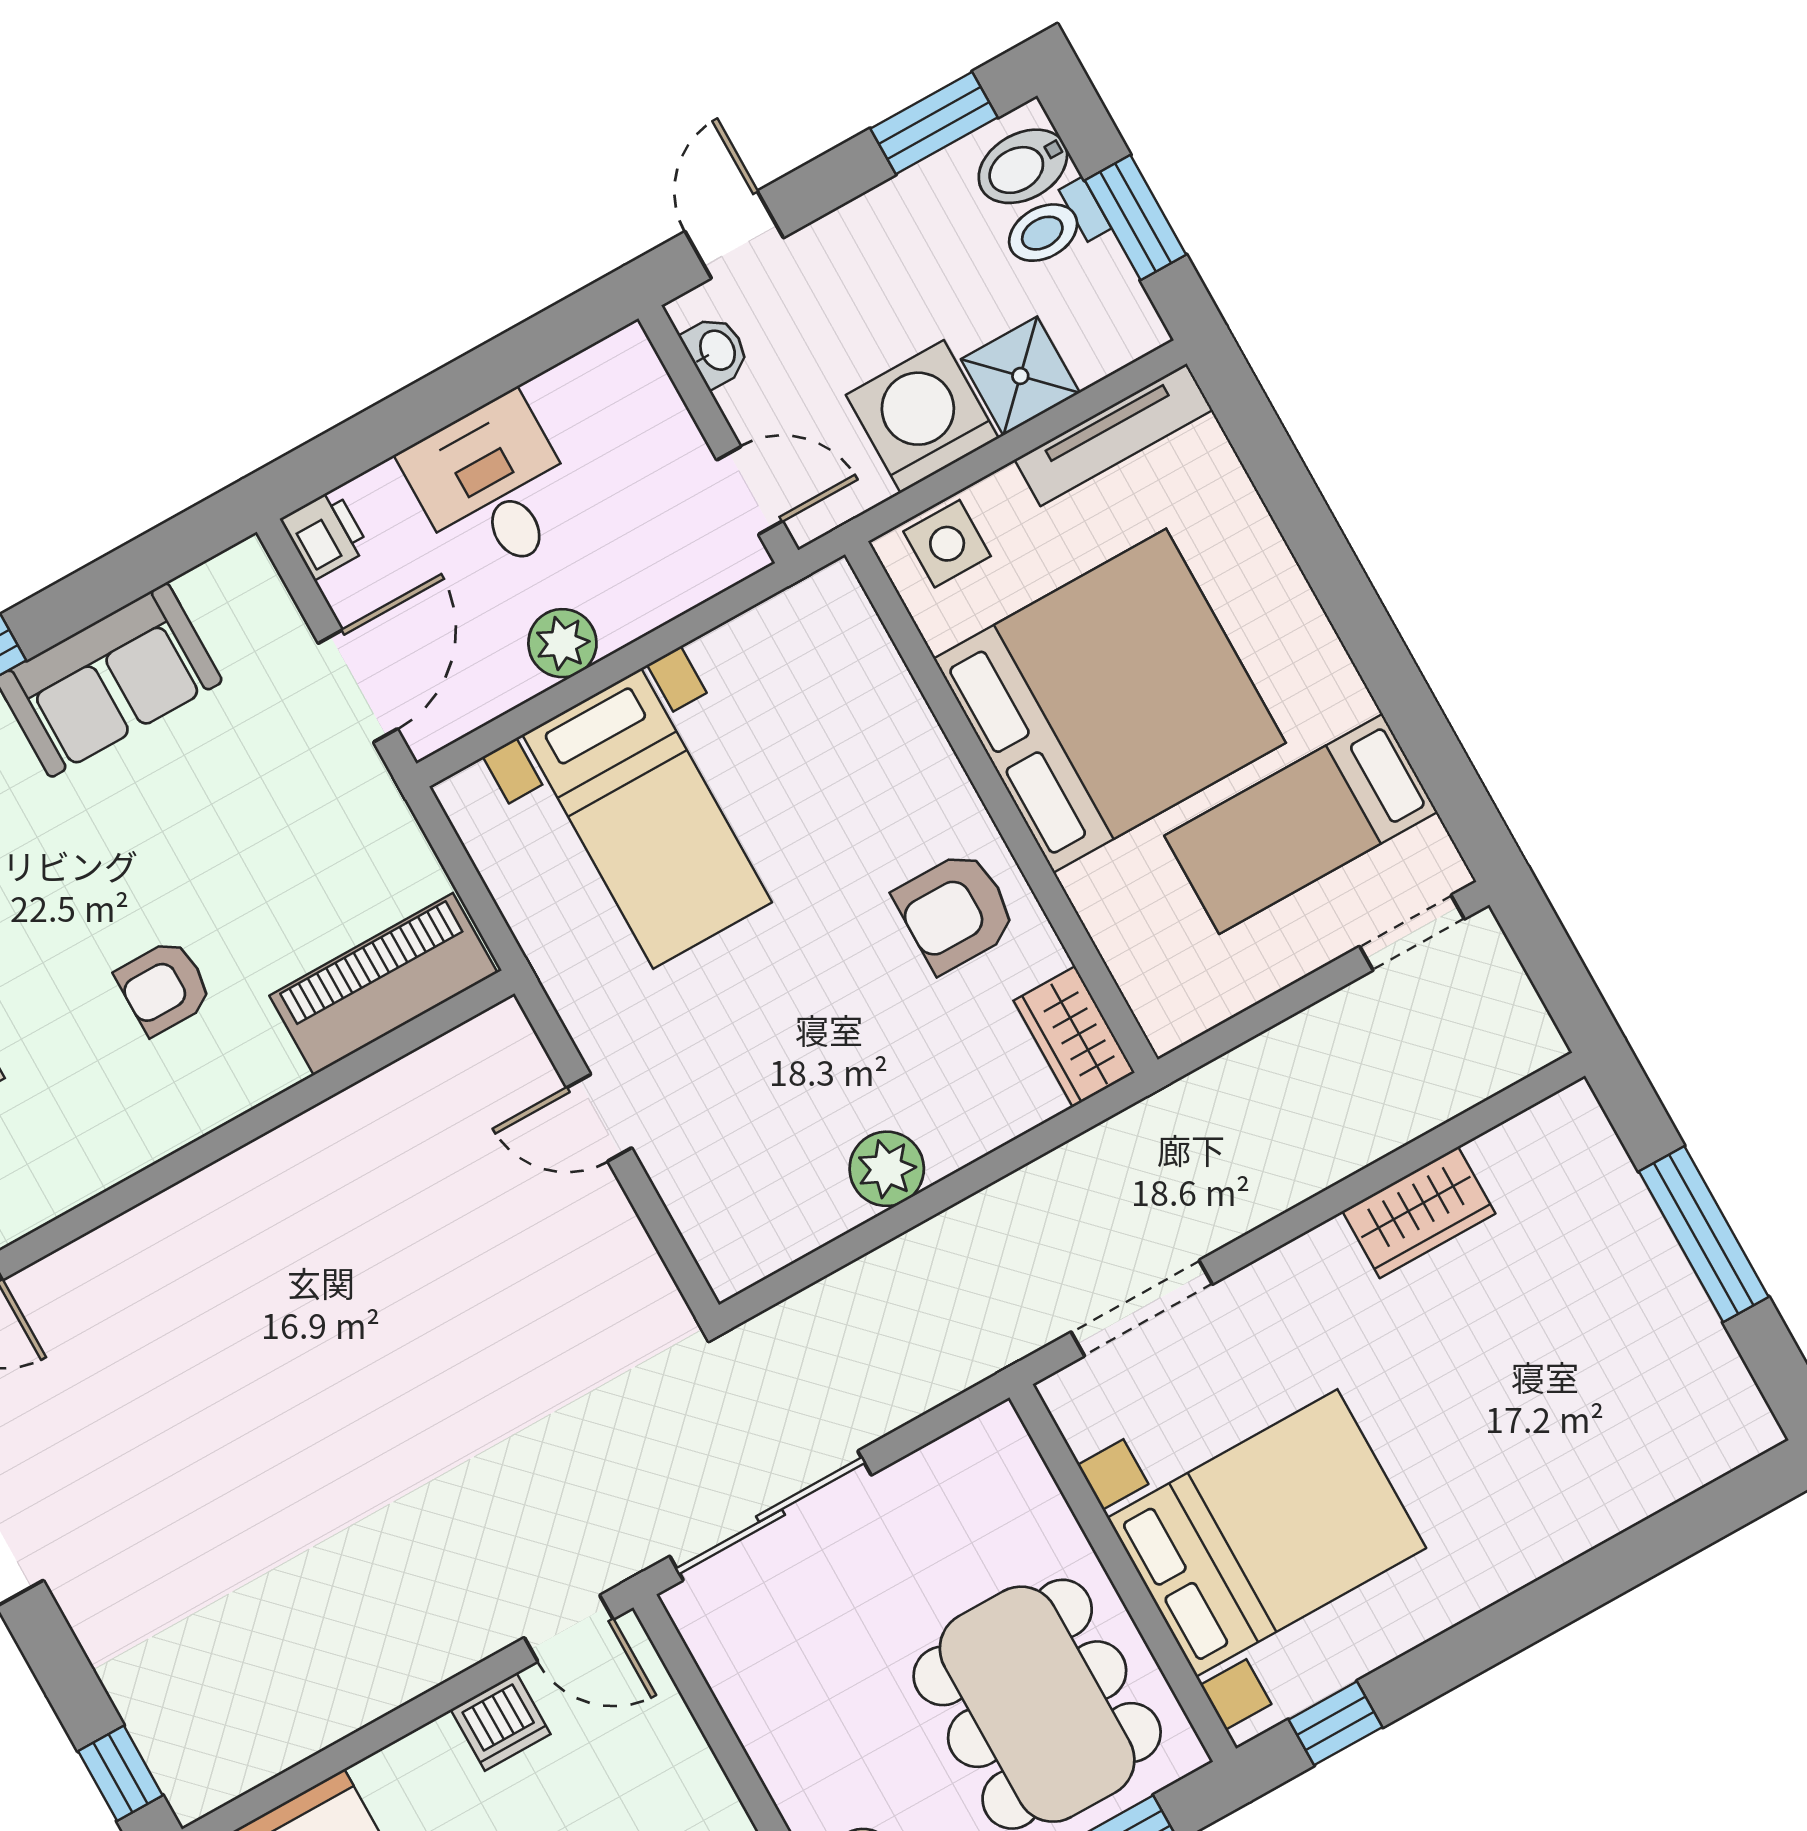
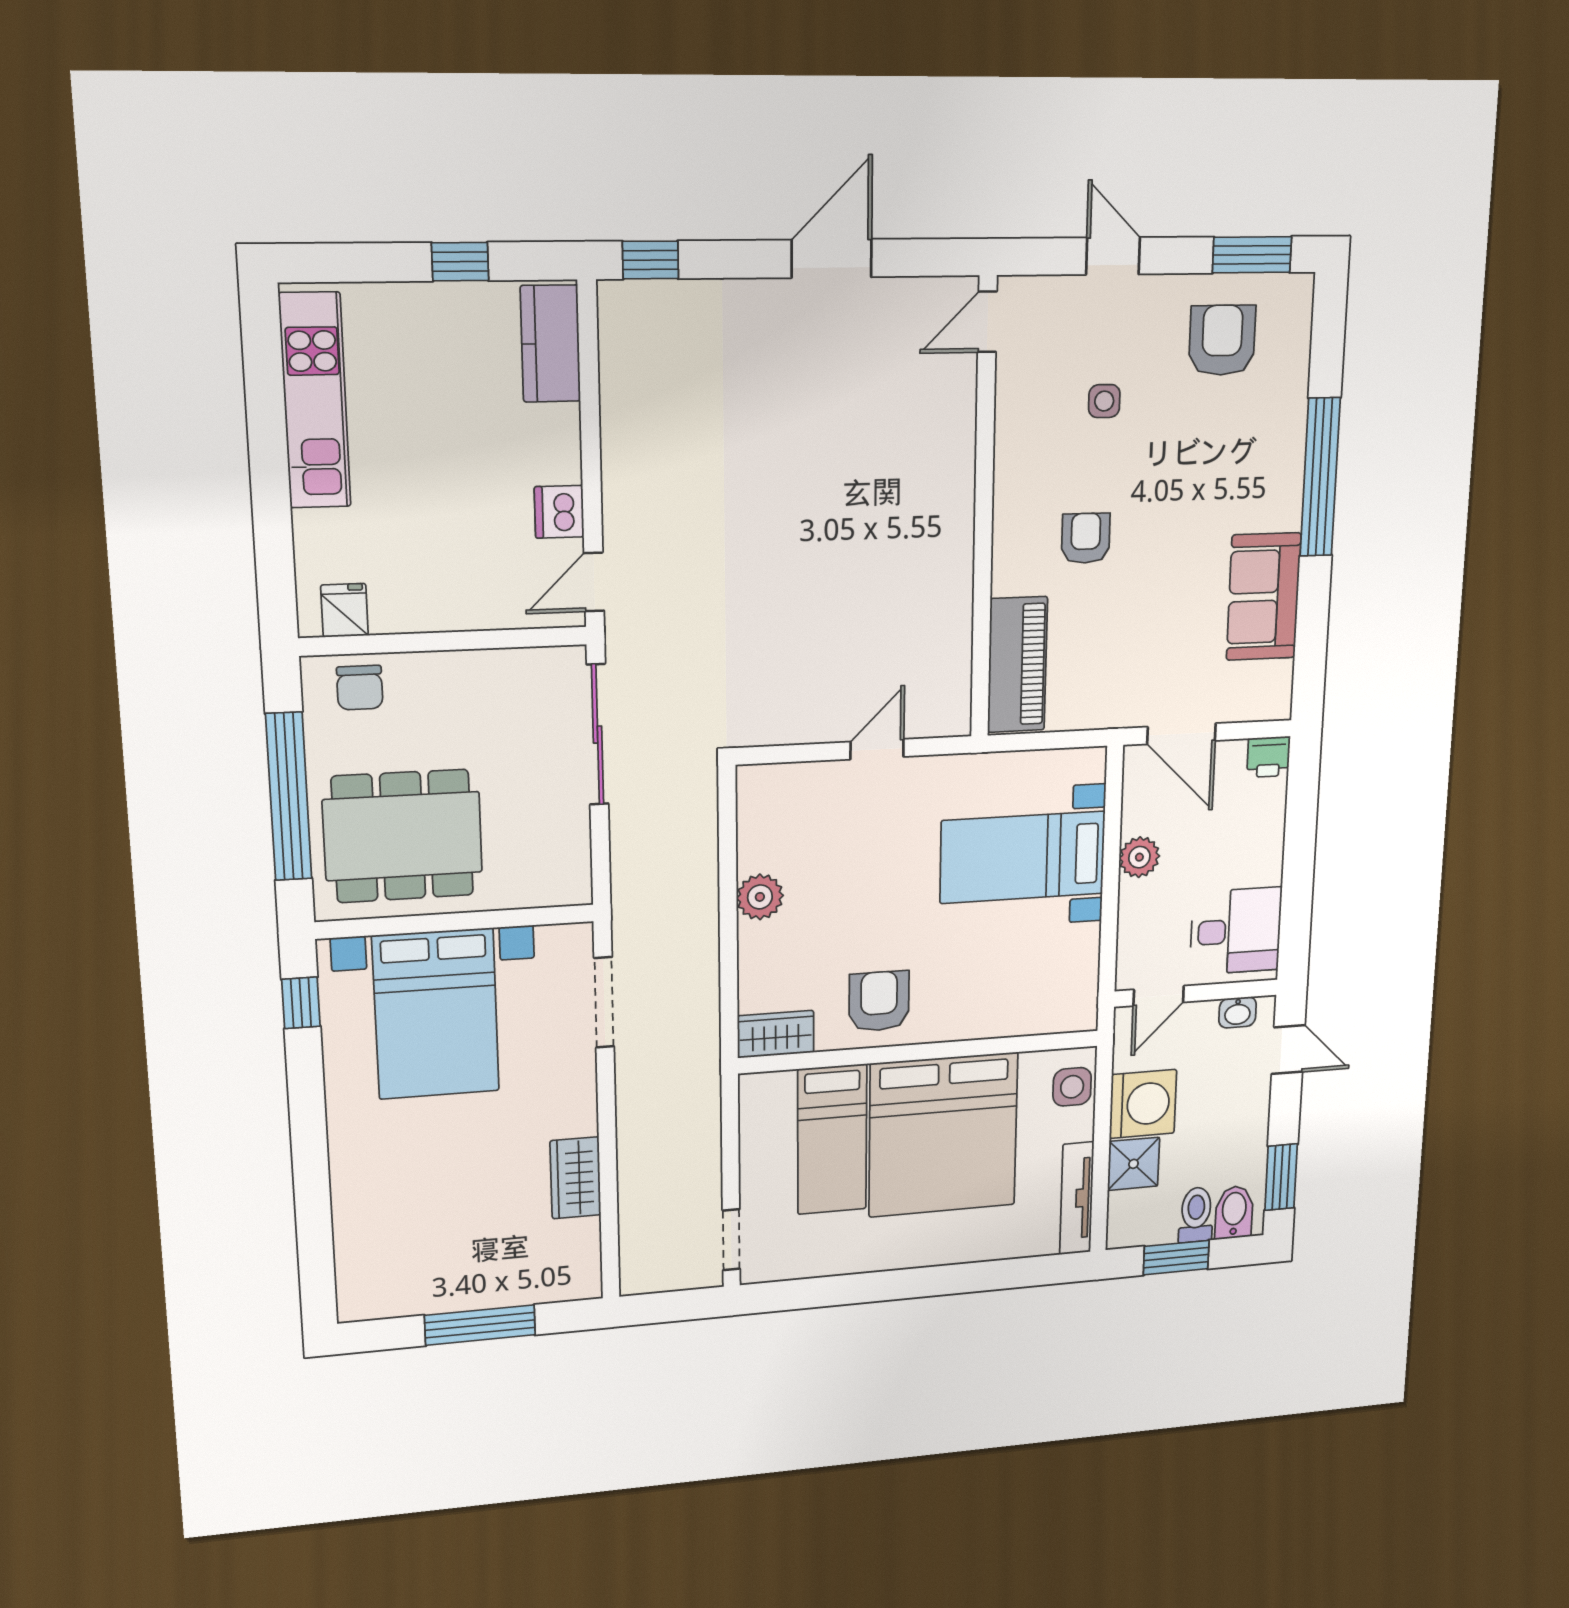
desk: (493, 487) -> (1236, 931), moved
bed: (1301, 824) -> (832, 1139), moved, turned 180

